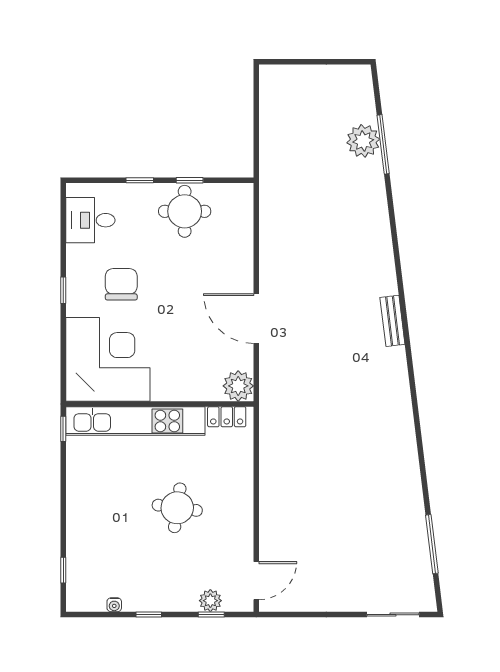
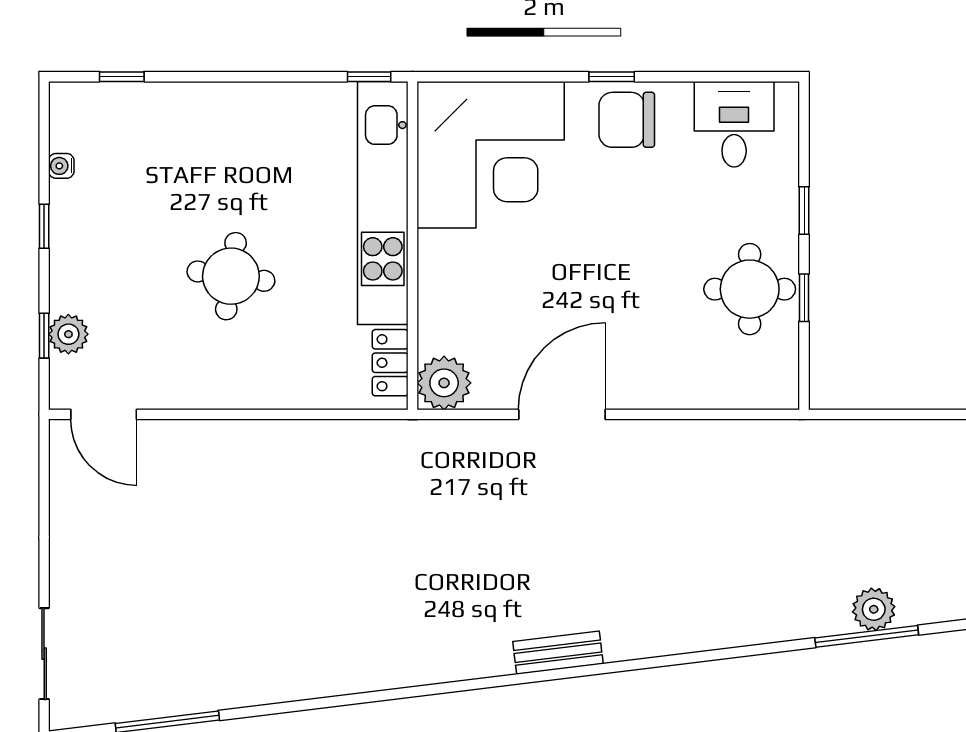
plant: (363, 141) -> (874, 609), width x0.73, depth x0.73
chair: (121, 284) -> (627, 120), moved, turned 180

